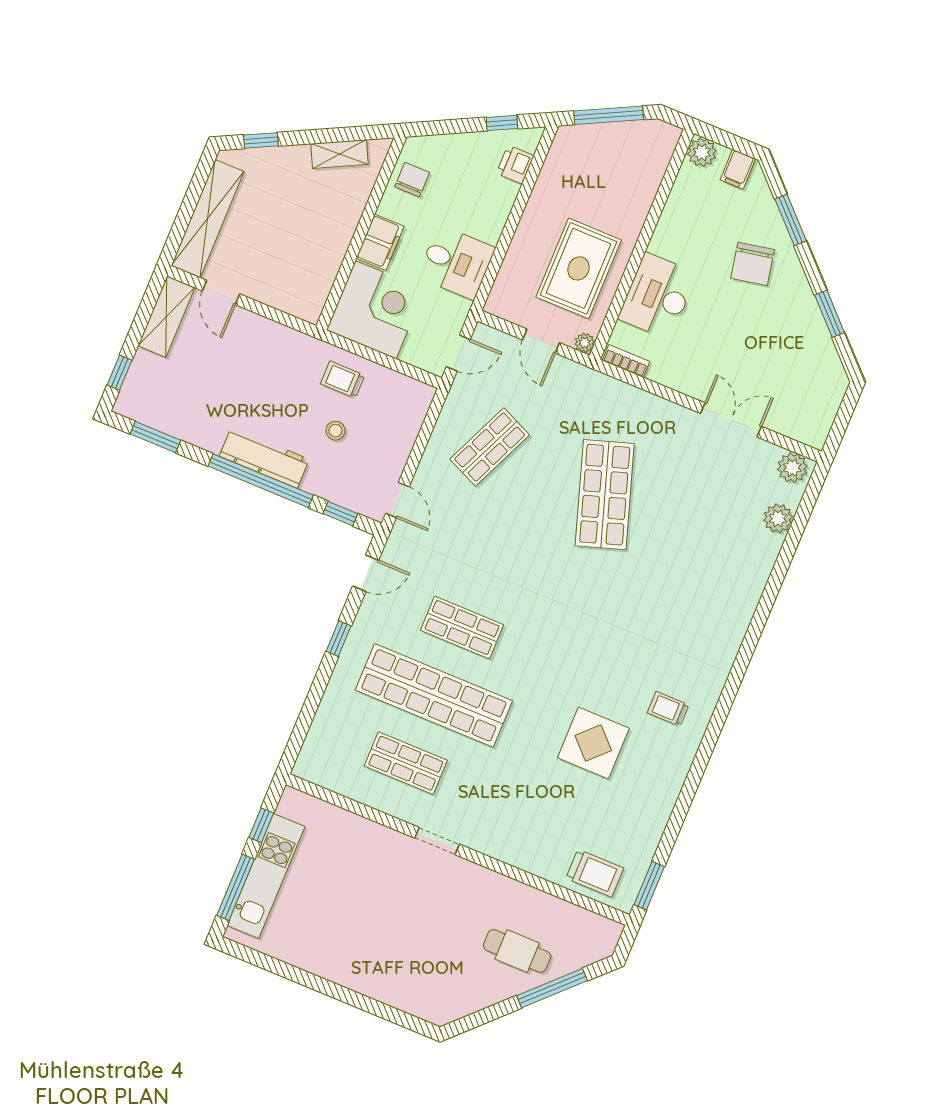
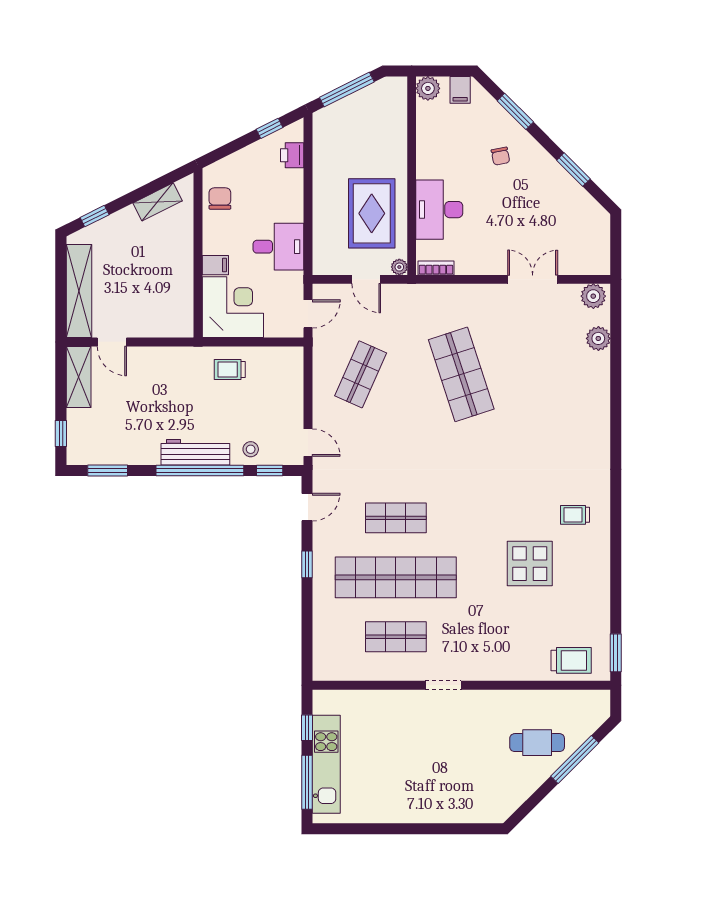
filing cabinet: (380, 242) -> (215, 265), width x0.50
chair: (753, 264) -> (500, 156), width x0.54, depth x0.54
stool: (335, 431) -> (251, 449), moved

